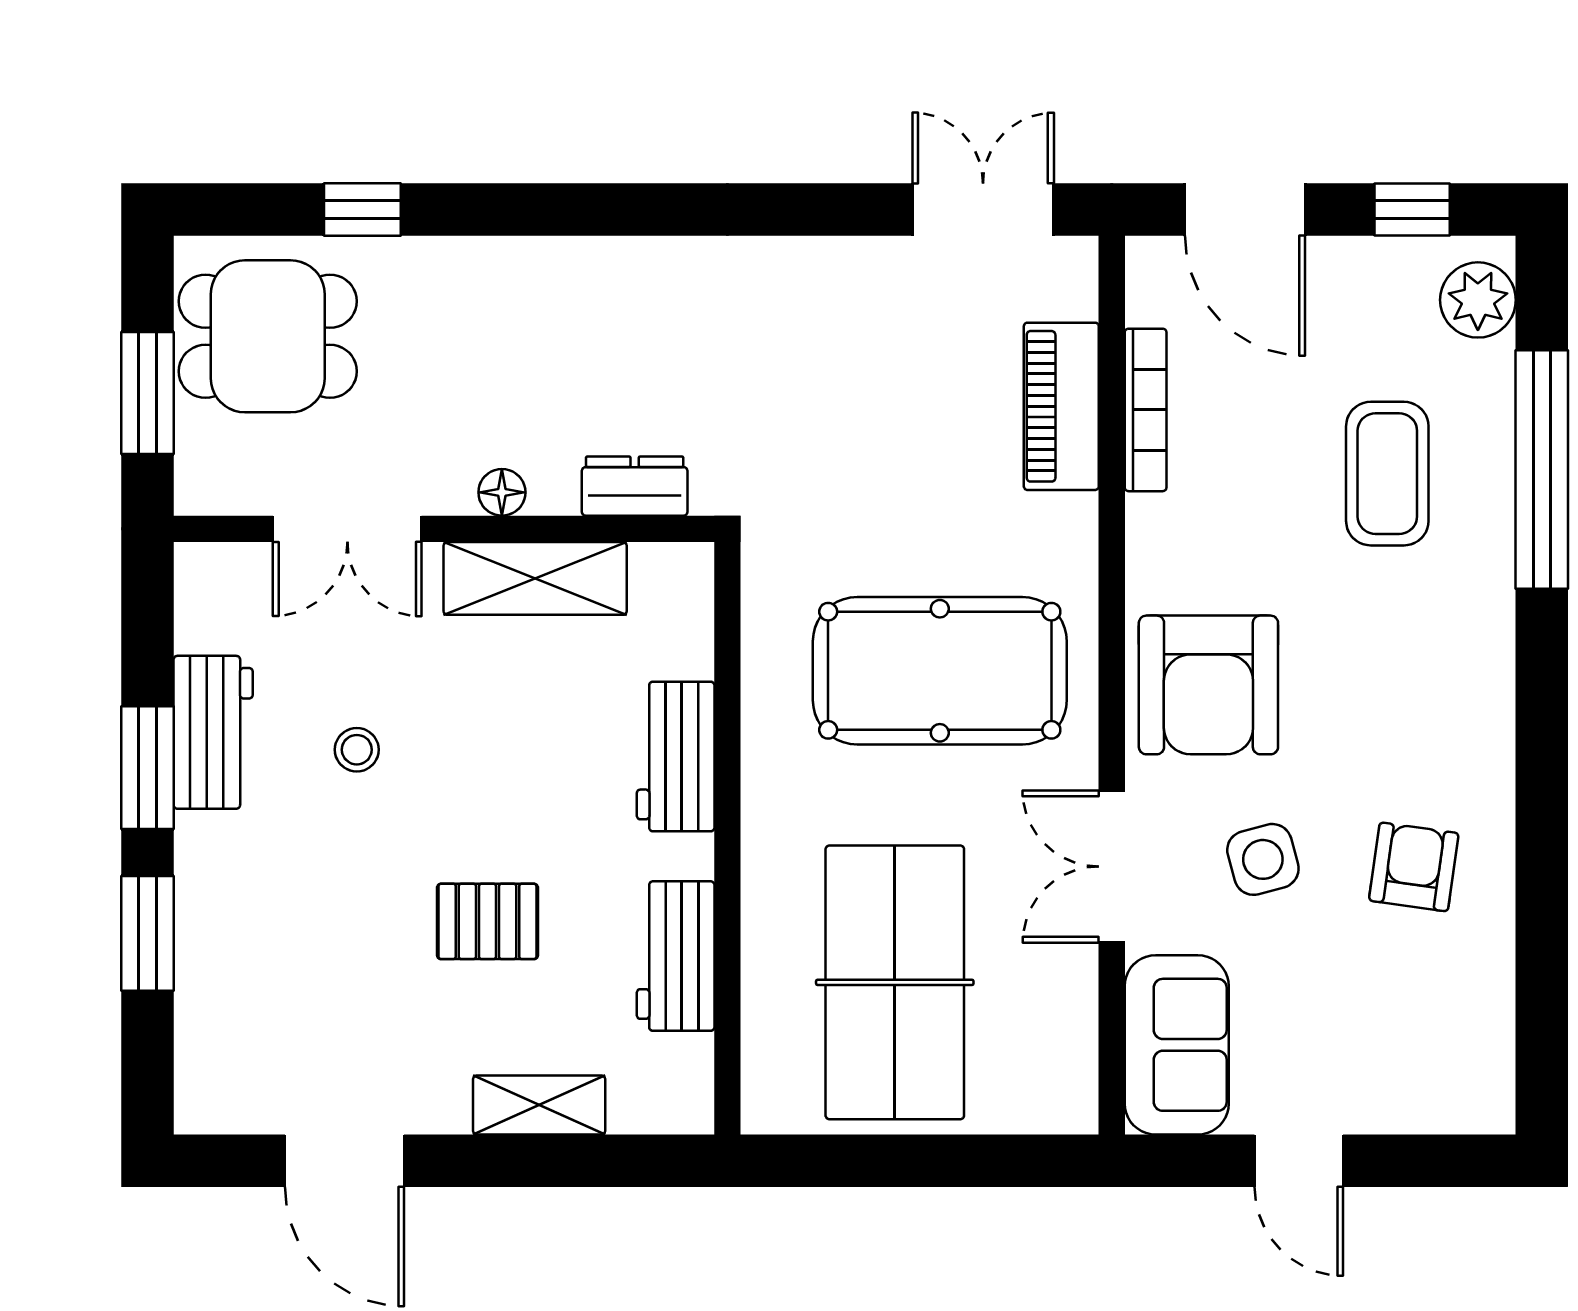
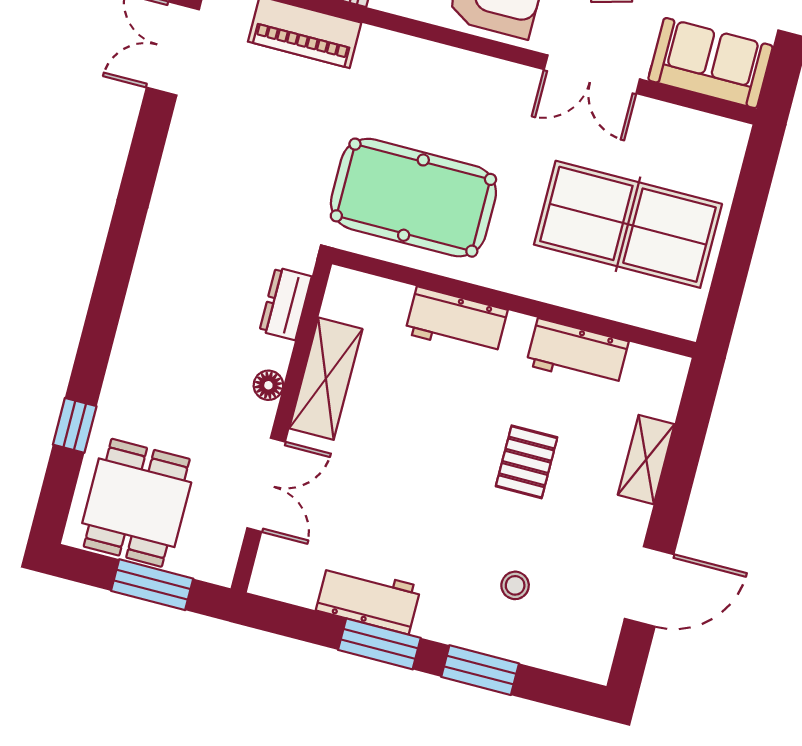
pool table: (940, 671) -> (413, 198), moved, turned 90
stool: (357, 750) -> (515, 585), moved

